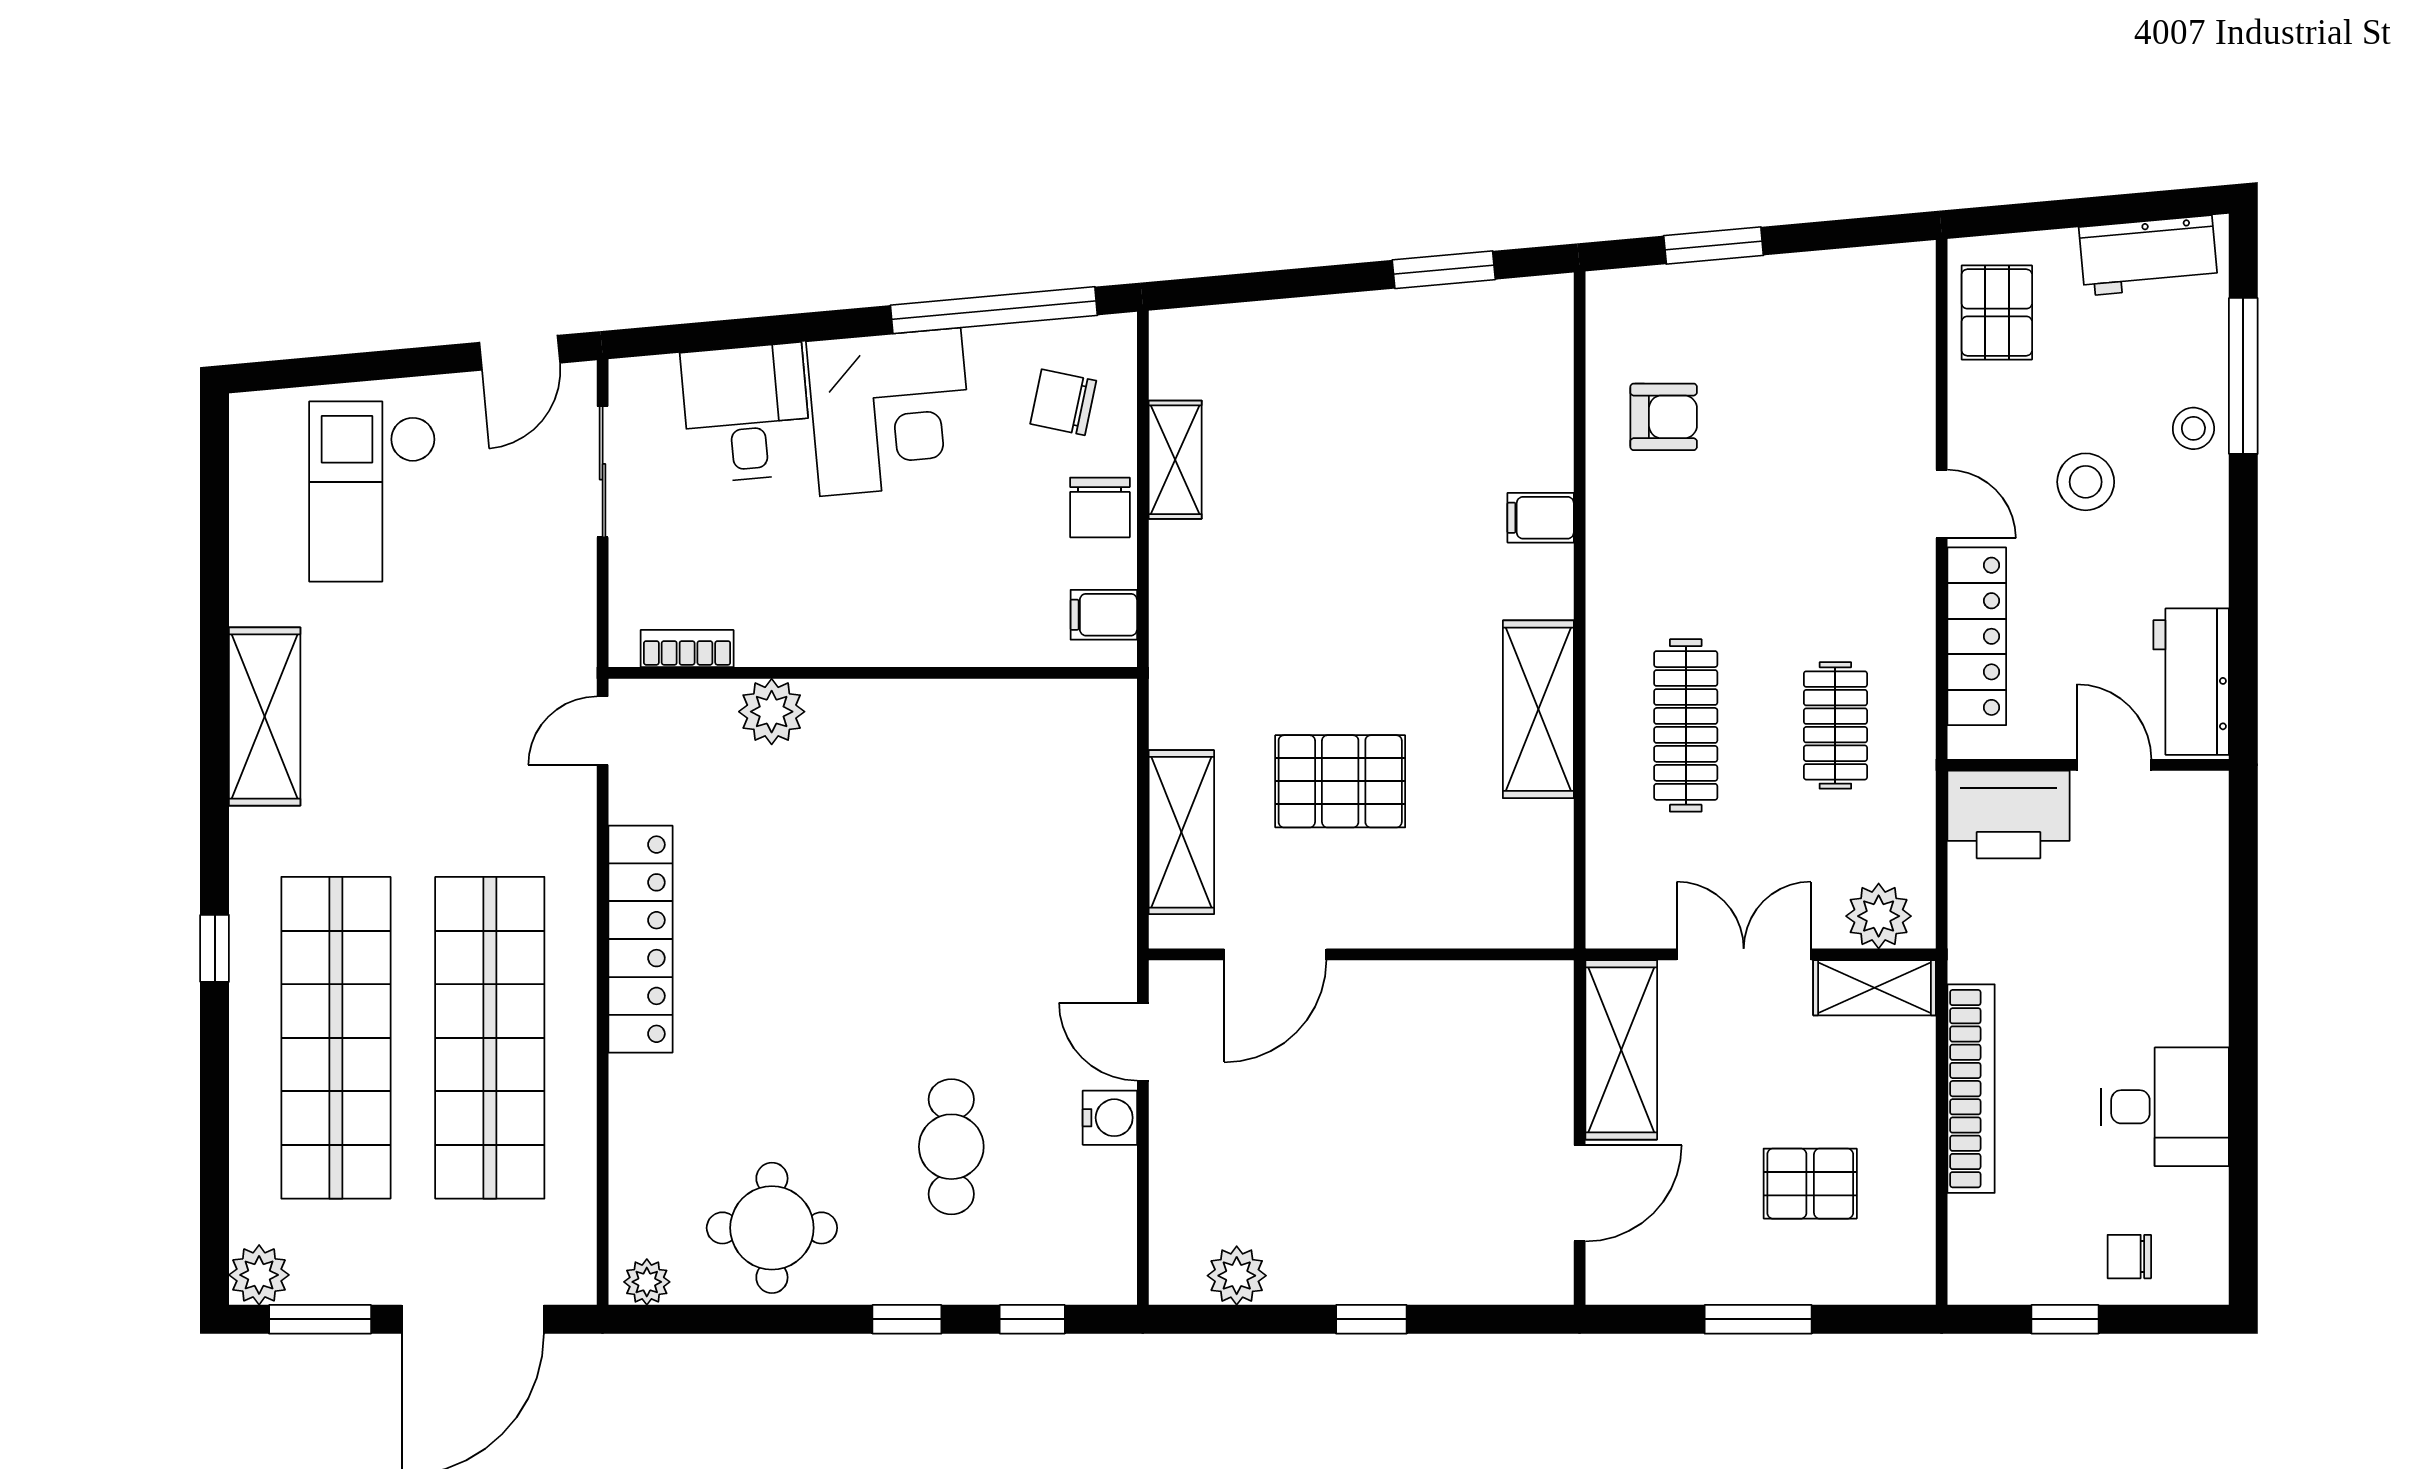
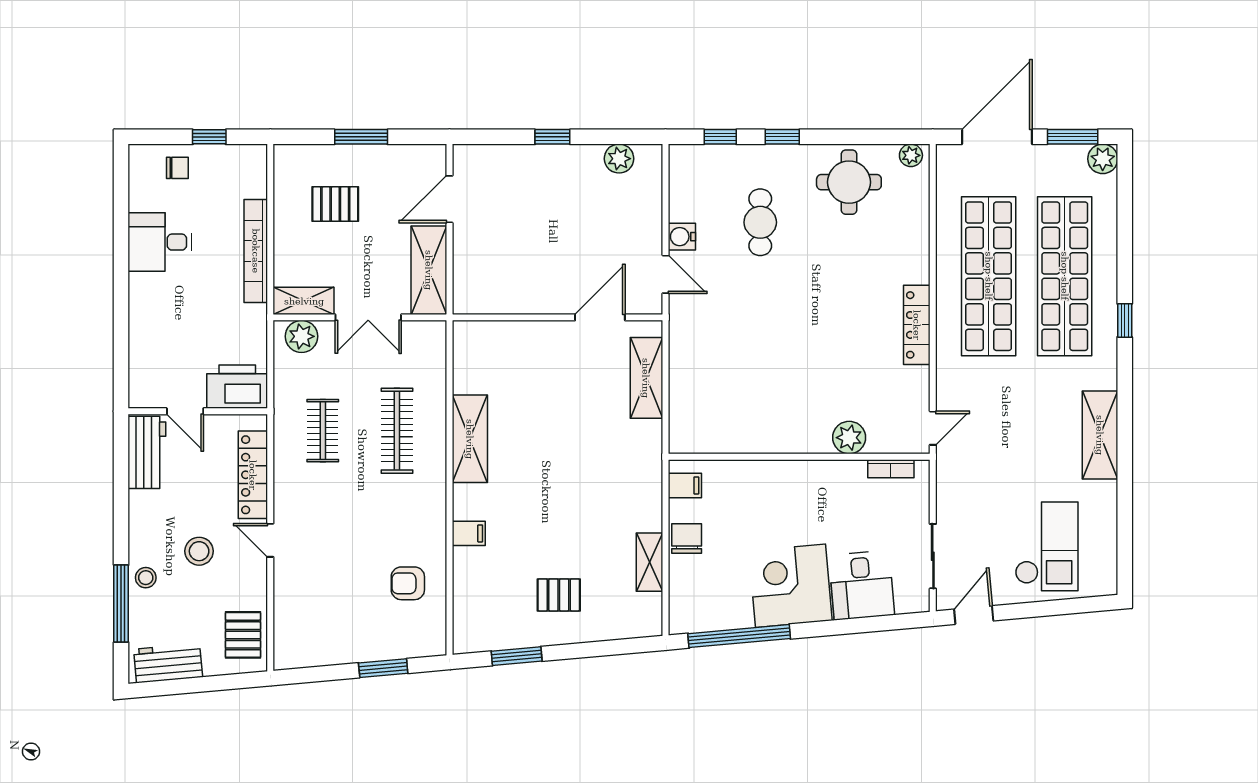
chair: (1063, 402) -> (705, 591), removed
pallet: (1340, 781) -> (559, 595), moved, width x0.67, depth x0.71
locker: (640, 939) -> (917, 325), width x0.71, depth x0.83

